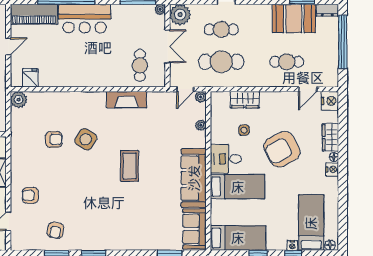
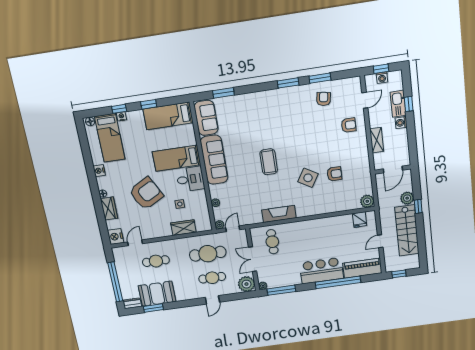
armchair: (54, 139) -> (334, 174), turned 180
nightstand: (332, 169) -> (99, 171), moved

